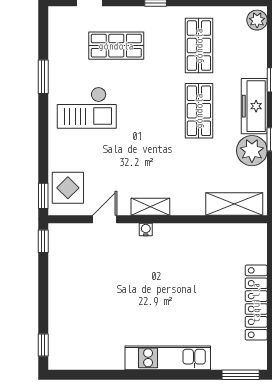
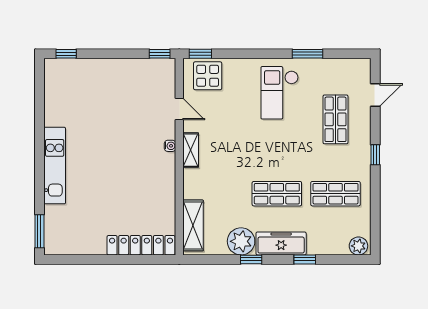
locker: (256, 303) -> (141, 245), moved

